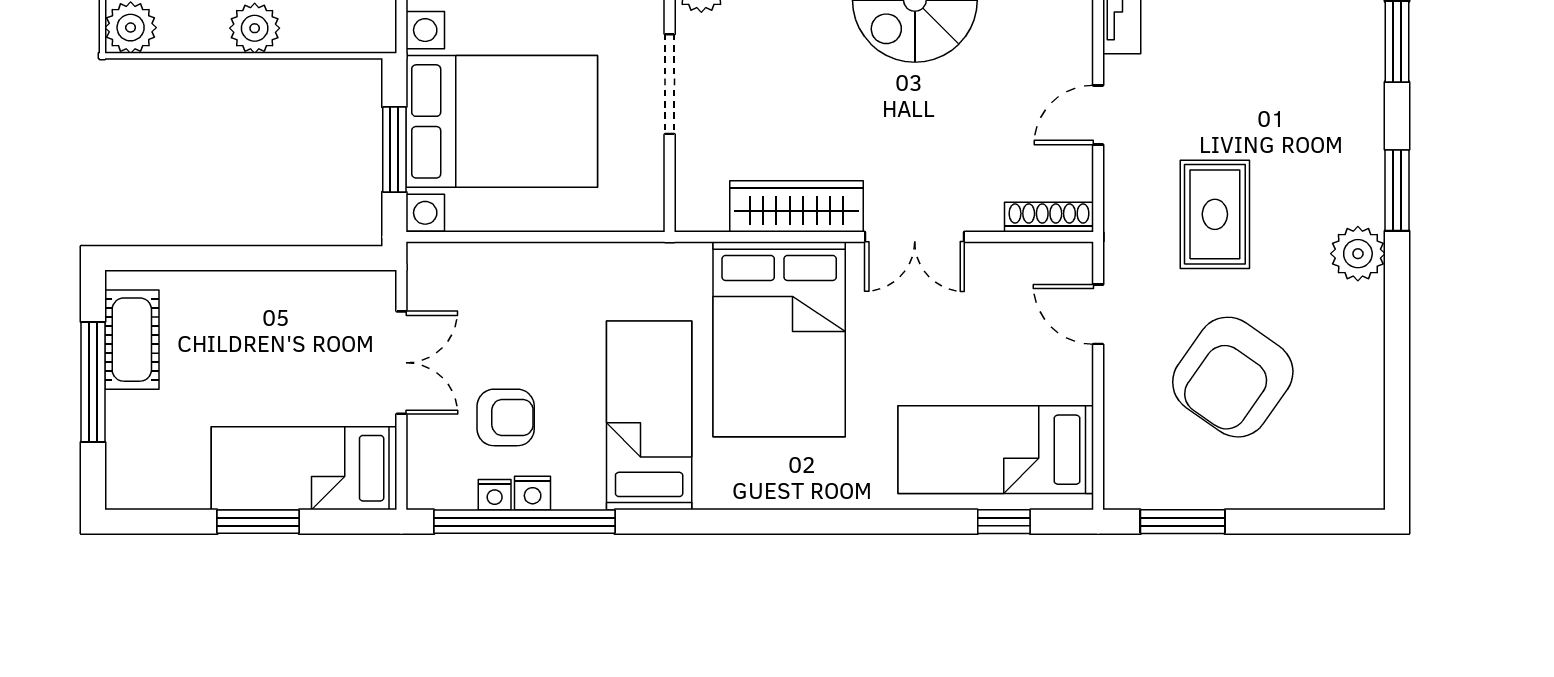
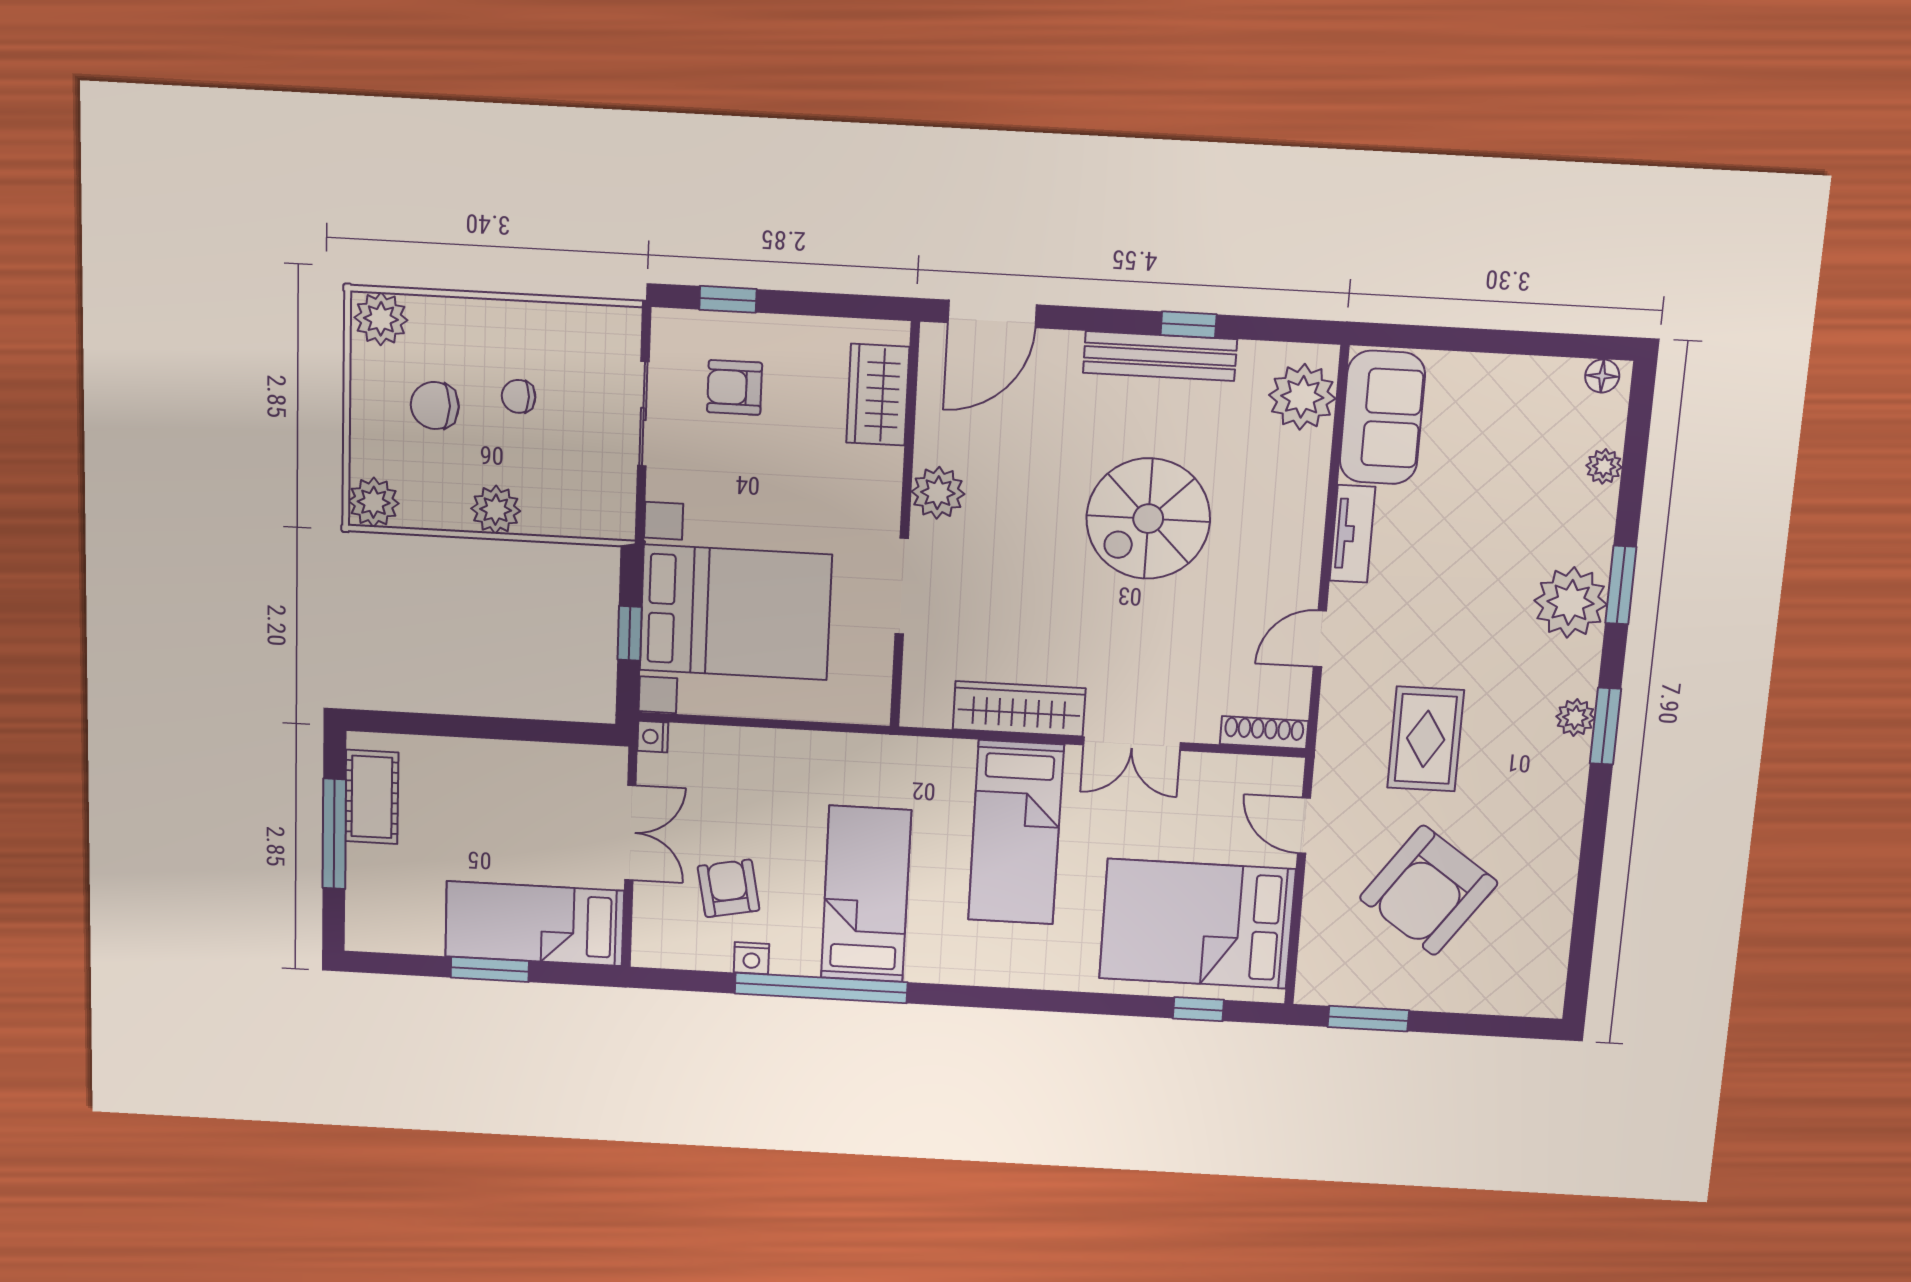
plant: (1348, 63) -> (1571, 602), added
window: (394, 150) -> (630, 633), width x0.67
plant: (1358, 254) -> (1575, 718), moved, width x0.73, depth x0.73
bed: (779, 339) -> (1016, 833), width x0.67
armchair: (506, 417) -> (729, 888), turned -101
bed: (996, 450) -> (1197, 924), width x1.50
nightstand: (495, 495) -> (653, 737), moved, turned 90
window: (524, 522) -> (821, 988), moved

